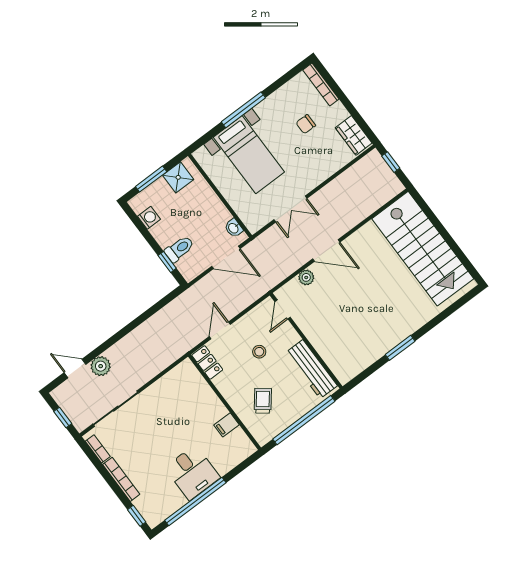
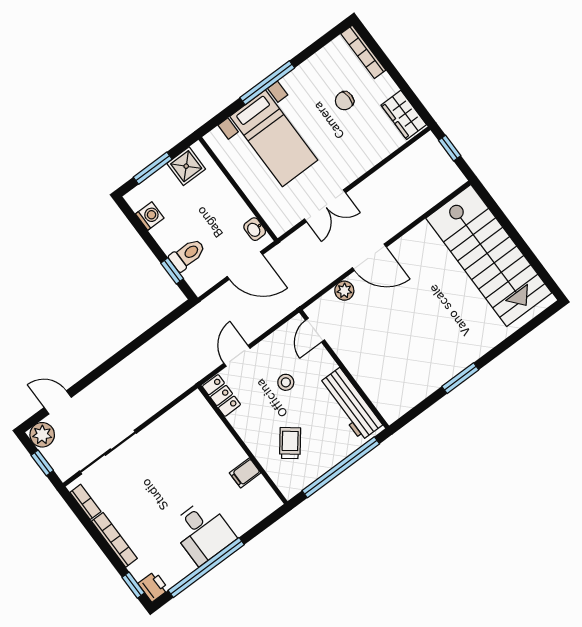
plant: (101, 366) -> (42, 435), moved
printer: (153, 517) -> (153, 587), added

